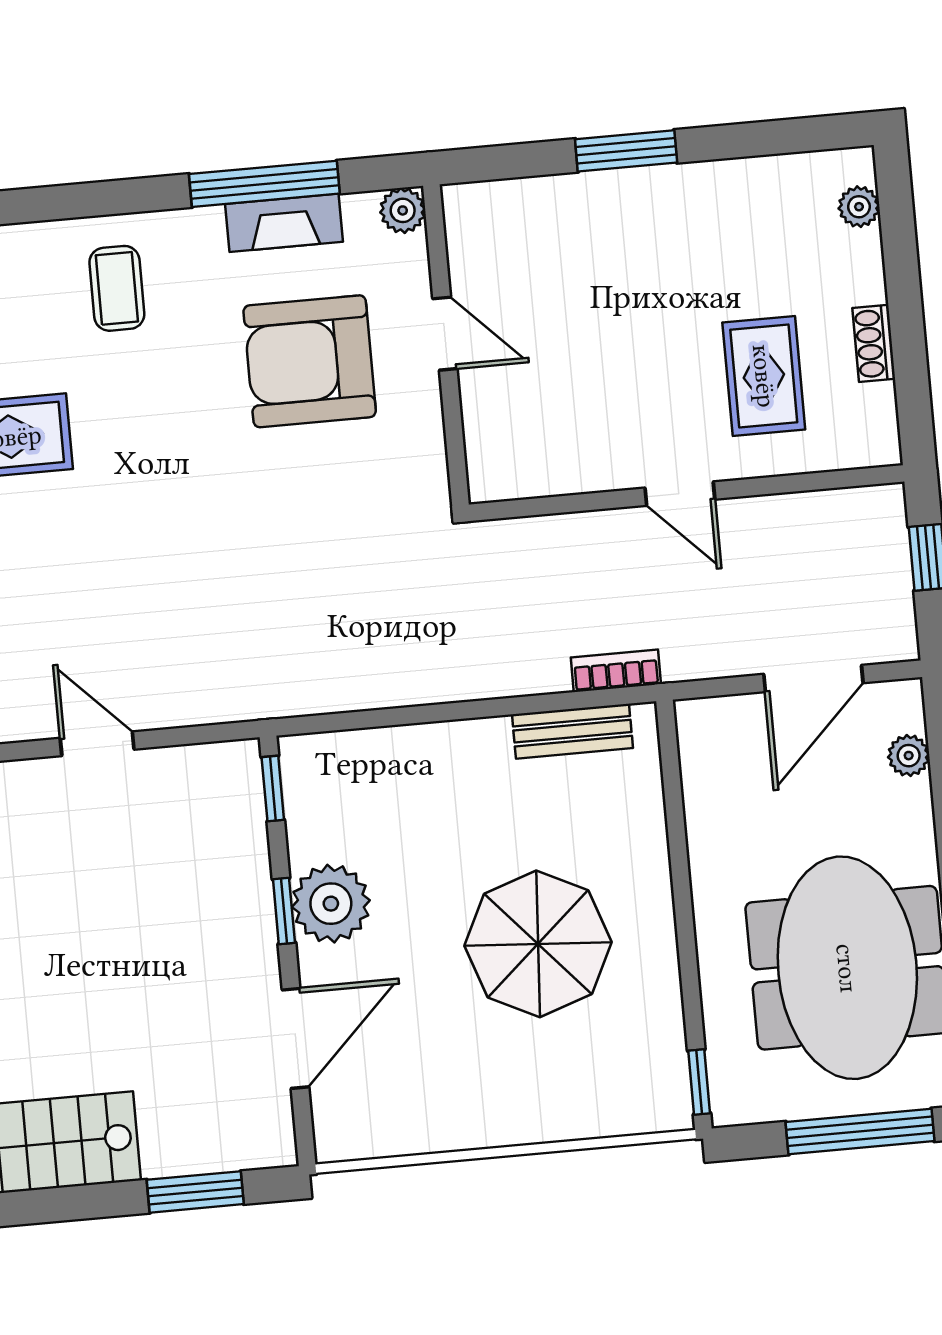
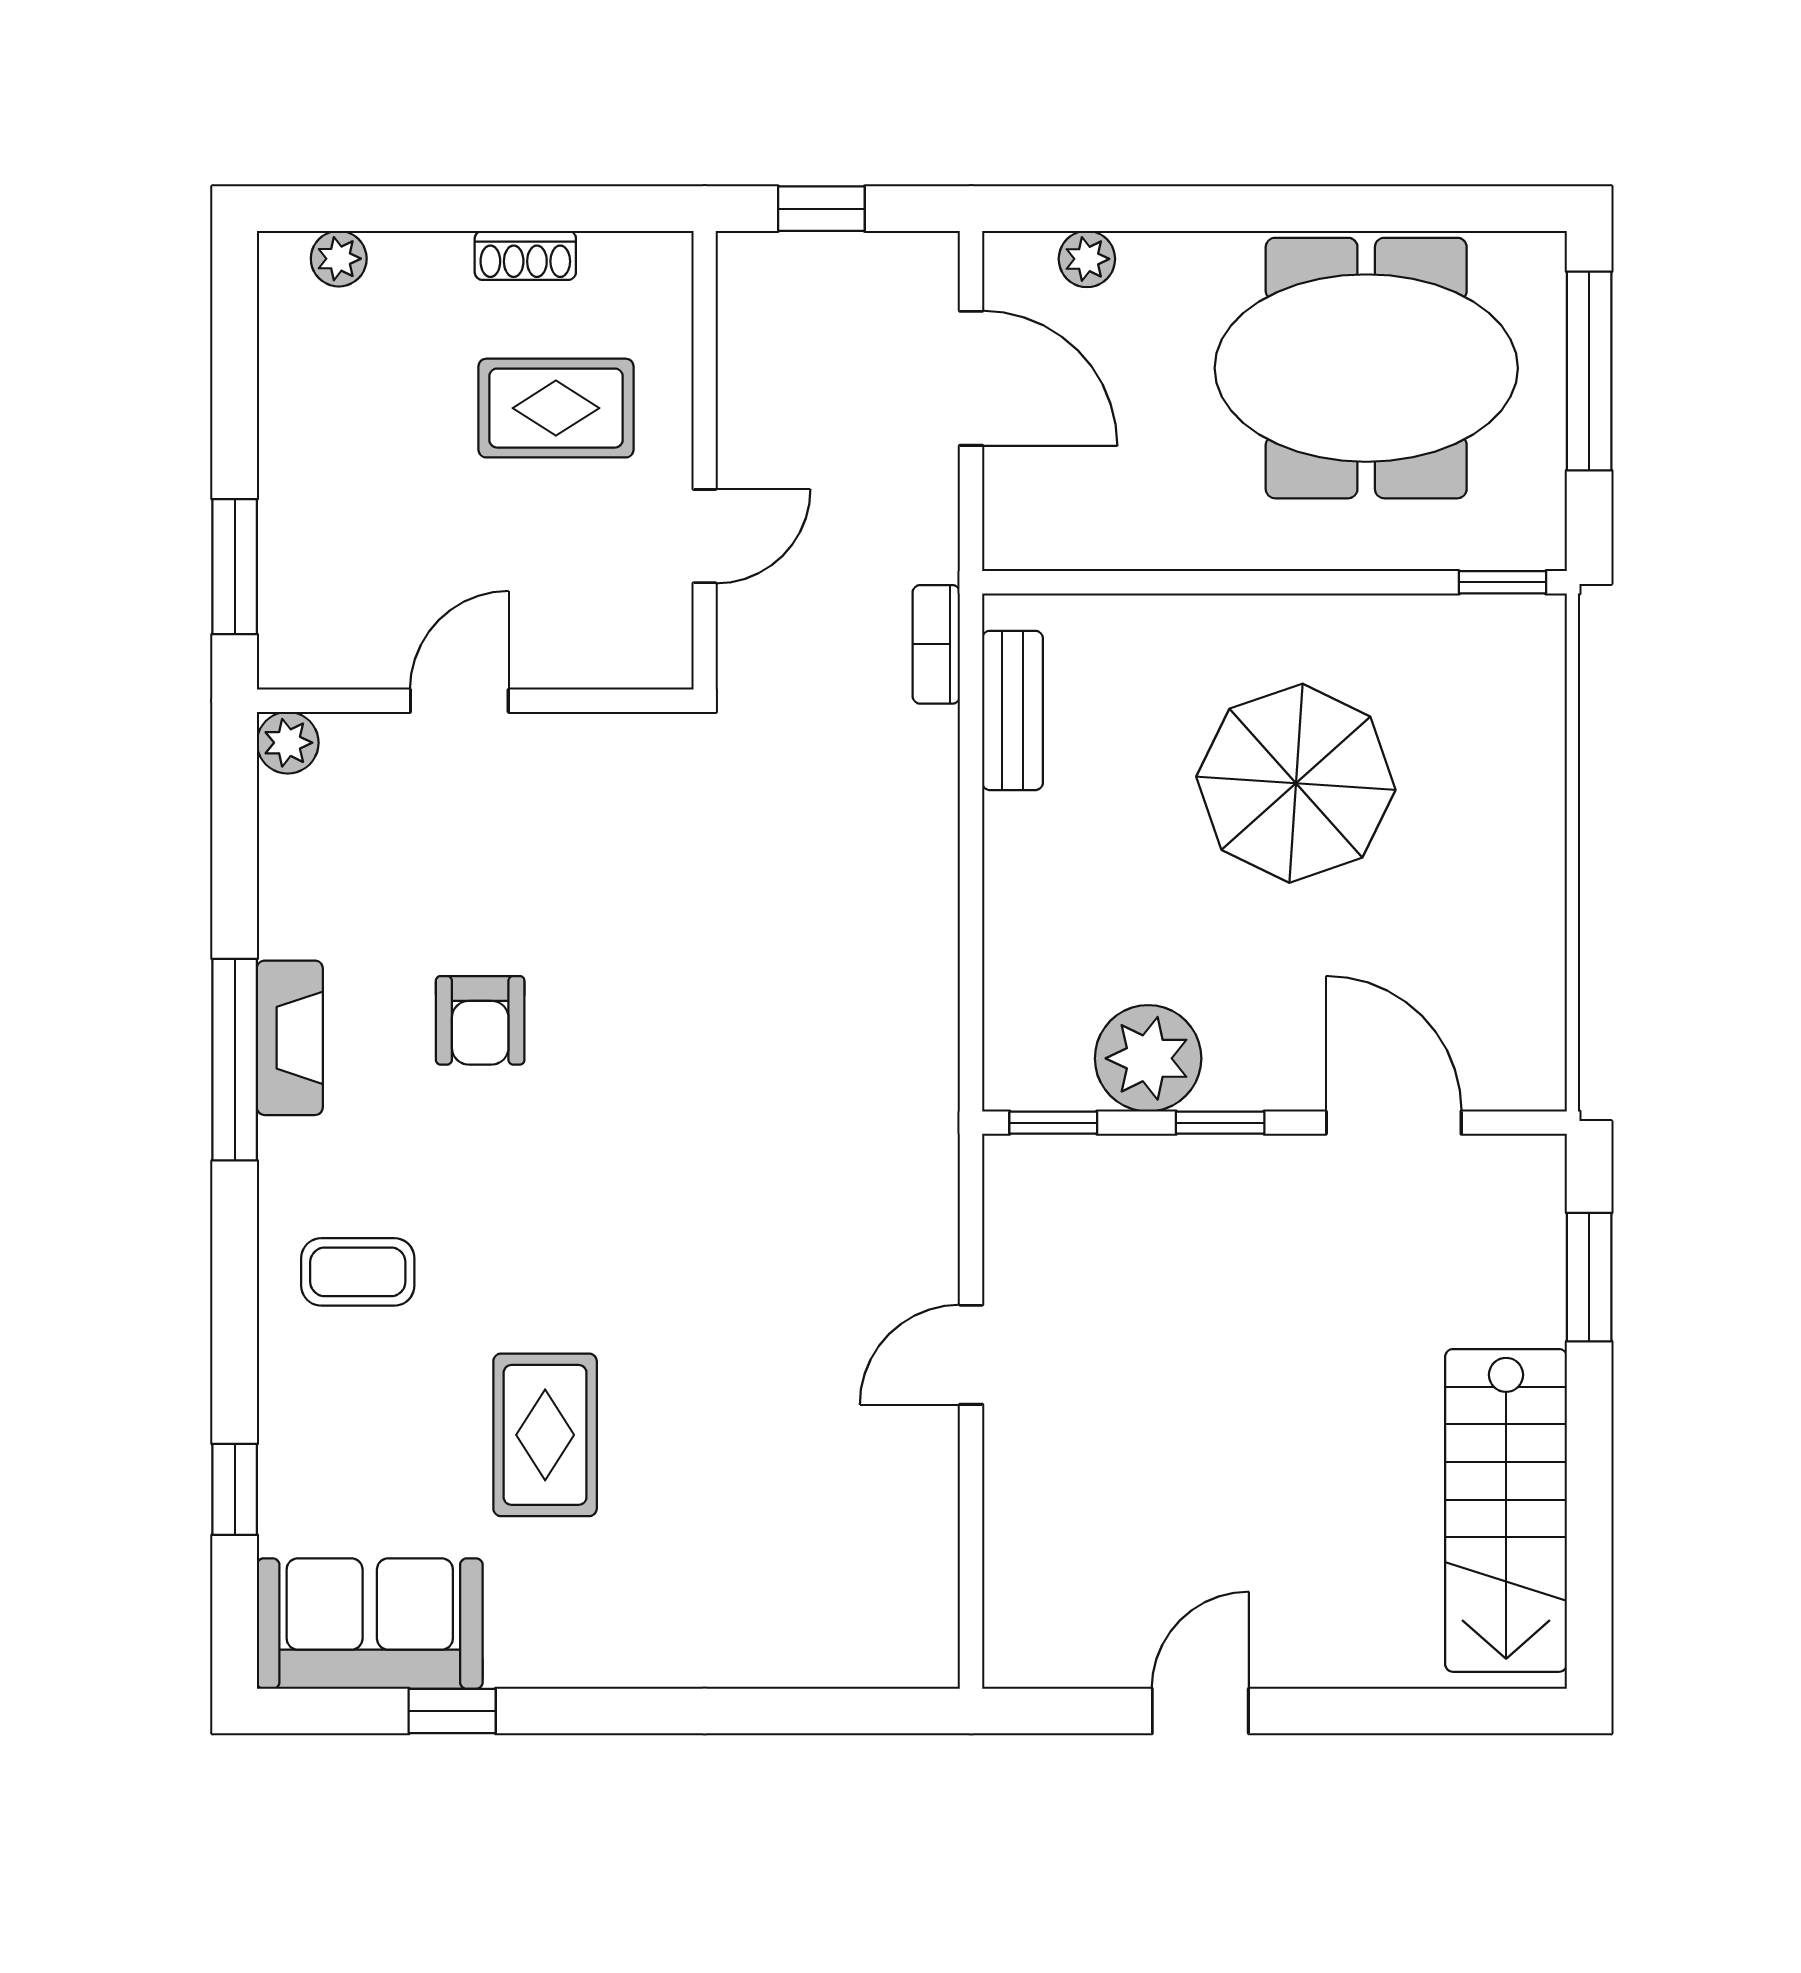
plant: (403, 210) -> (288, 743), moved
door: (445, 334) -> (459, 701), moved
wall: (446, 345) -> (475, 701), moved
armchair: (310, 361) -> (480, 1020), width x0.53, depth x0.53
plant: (331, 904) -> (1148, 1058), moved

